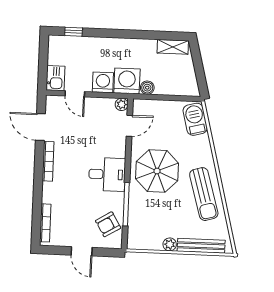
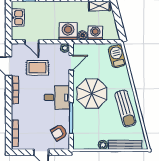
kitchen sink: (55, 78) -> (18, 18), moved
washing machine: (103, 82) -> (95, 33), moved
rug: (81, 131) -> (37, 68), added

